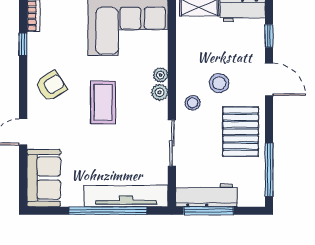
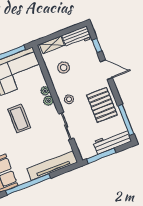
stool: (219, 83) -> (64, 68), moved
workbench: (206, 195) -> (112, 142), moved
window: (108, 211) -> (28, 184), moved

